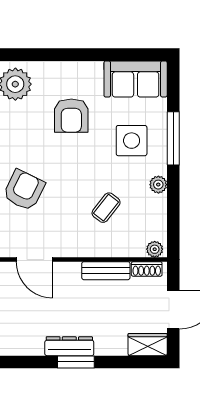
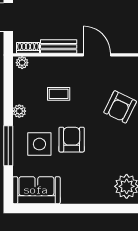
armchair: (71, 116) -> (72, 140), moved
coffee table: (106, 208) -> (59, 94), turned 52
door: (34, 259) -> (97, 55), moved

